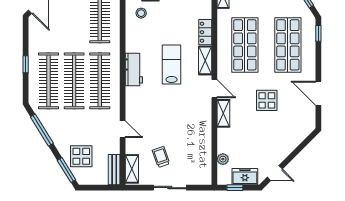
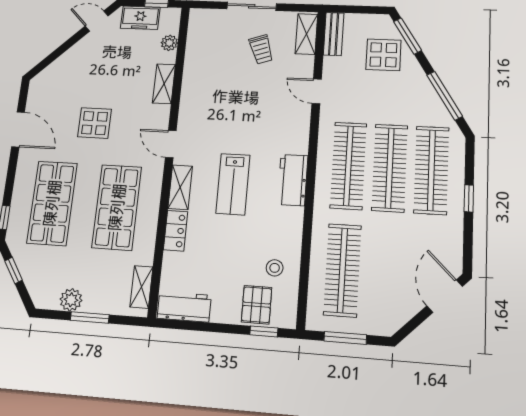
shelving: (223, 113) -> (164, 84), moved

